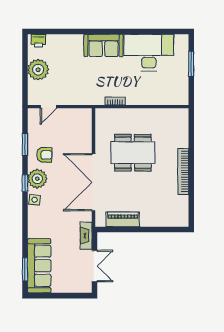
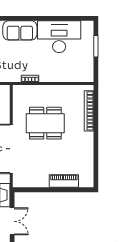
bookcase: (183, 171) -> (89, 111), moved
piano: (123, 219) -> (64, 181), moved

